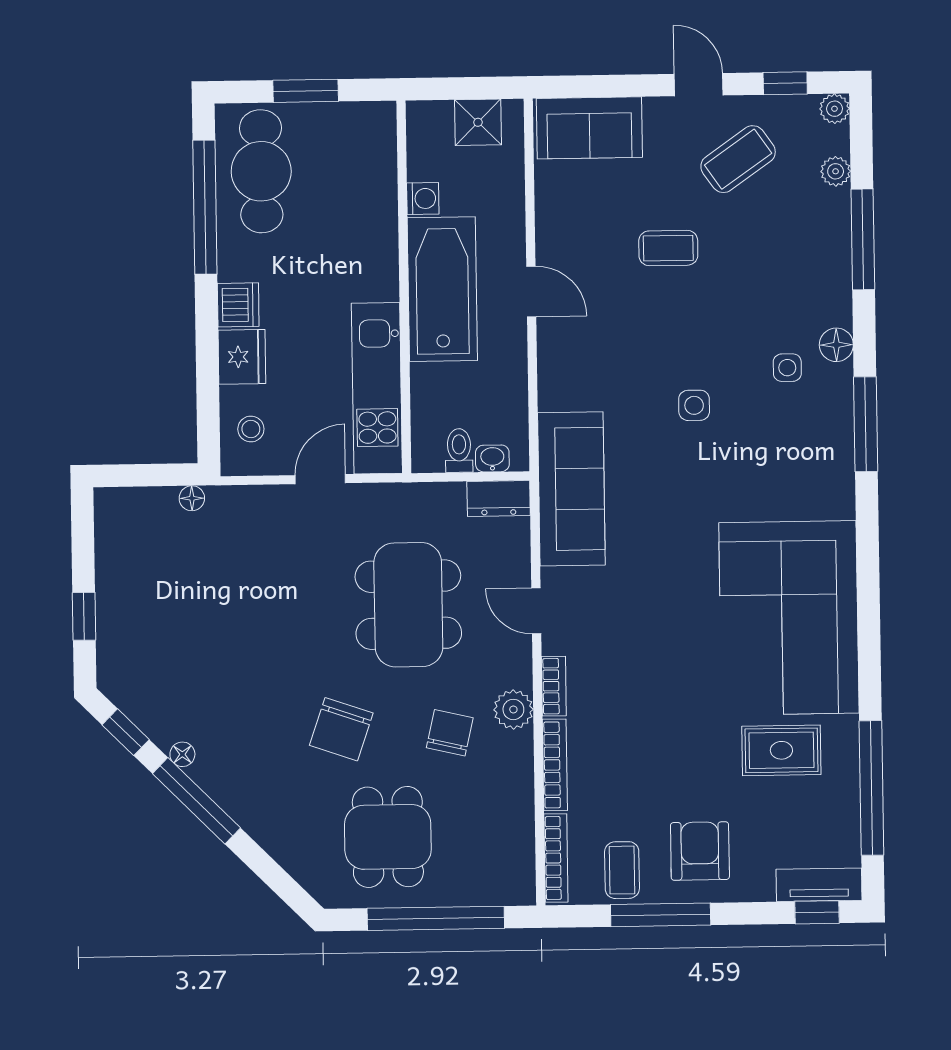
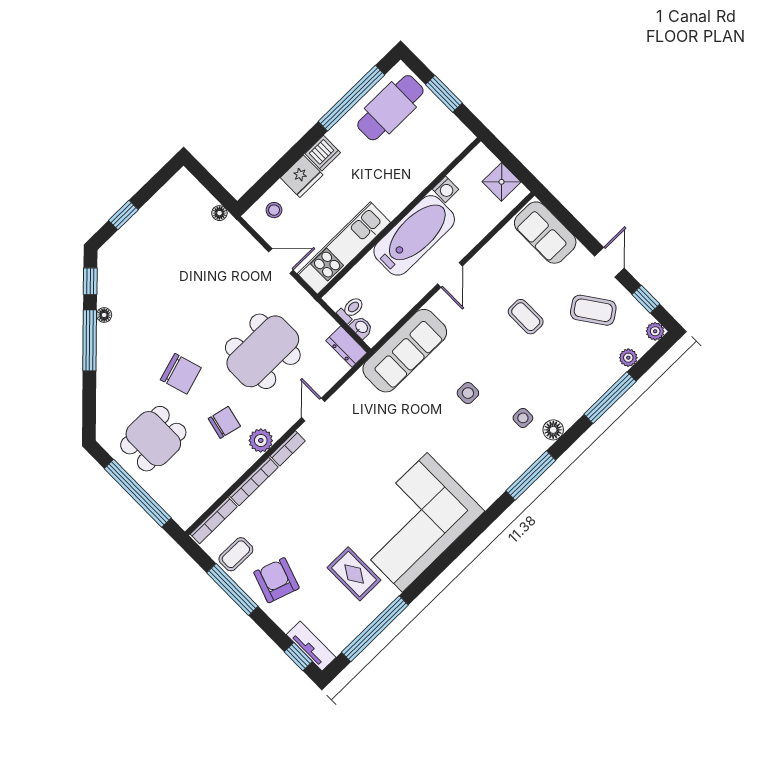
sofa: (571, 489) -> (405, 351), moved
chair: (341, 729) -> (181, 374), turned -126
armchair: (700, 851) -> (276, 580), turned -71

